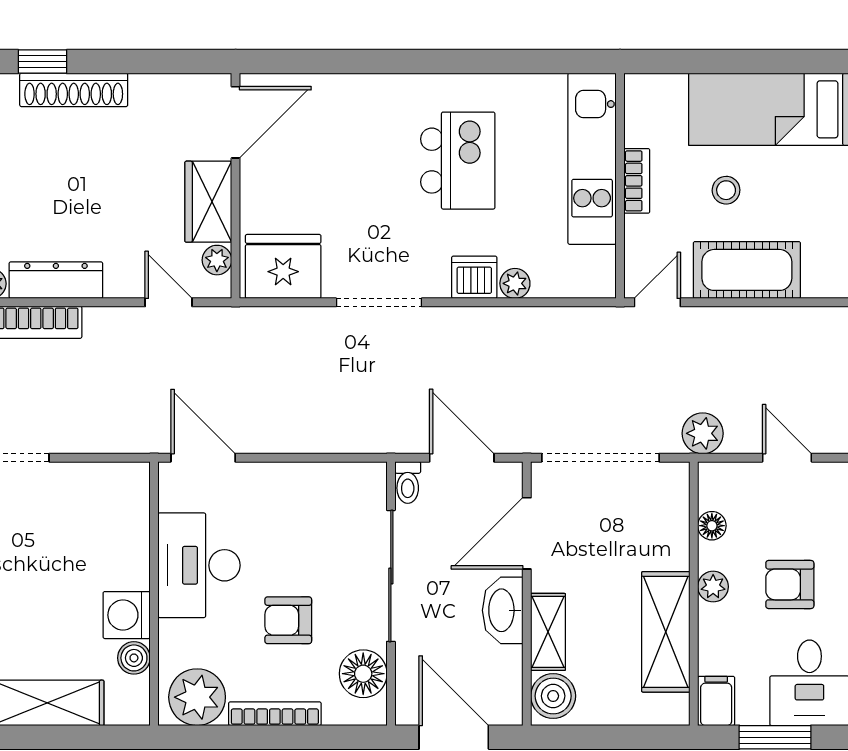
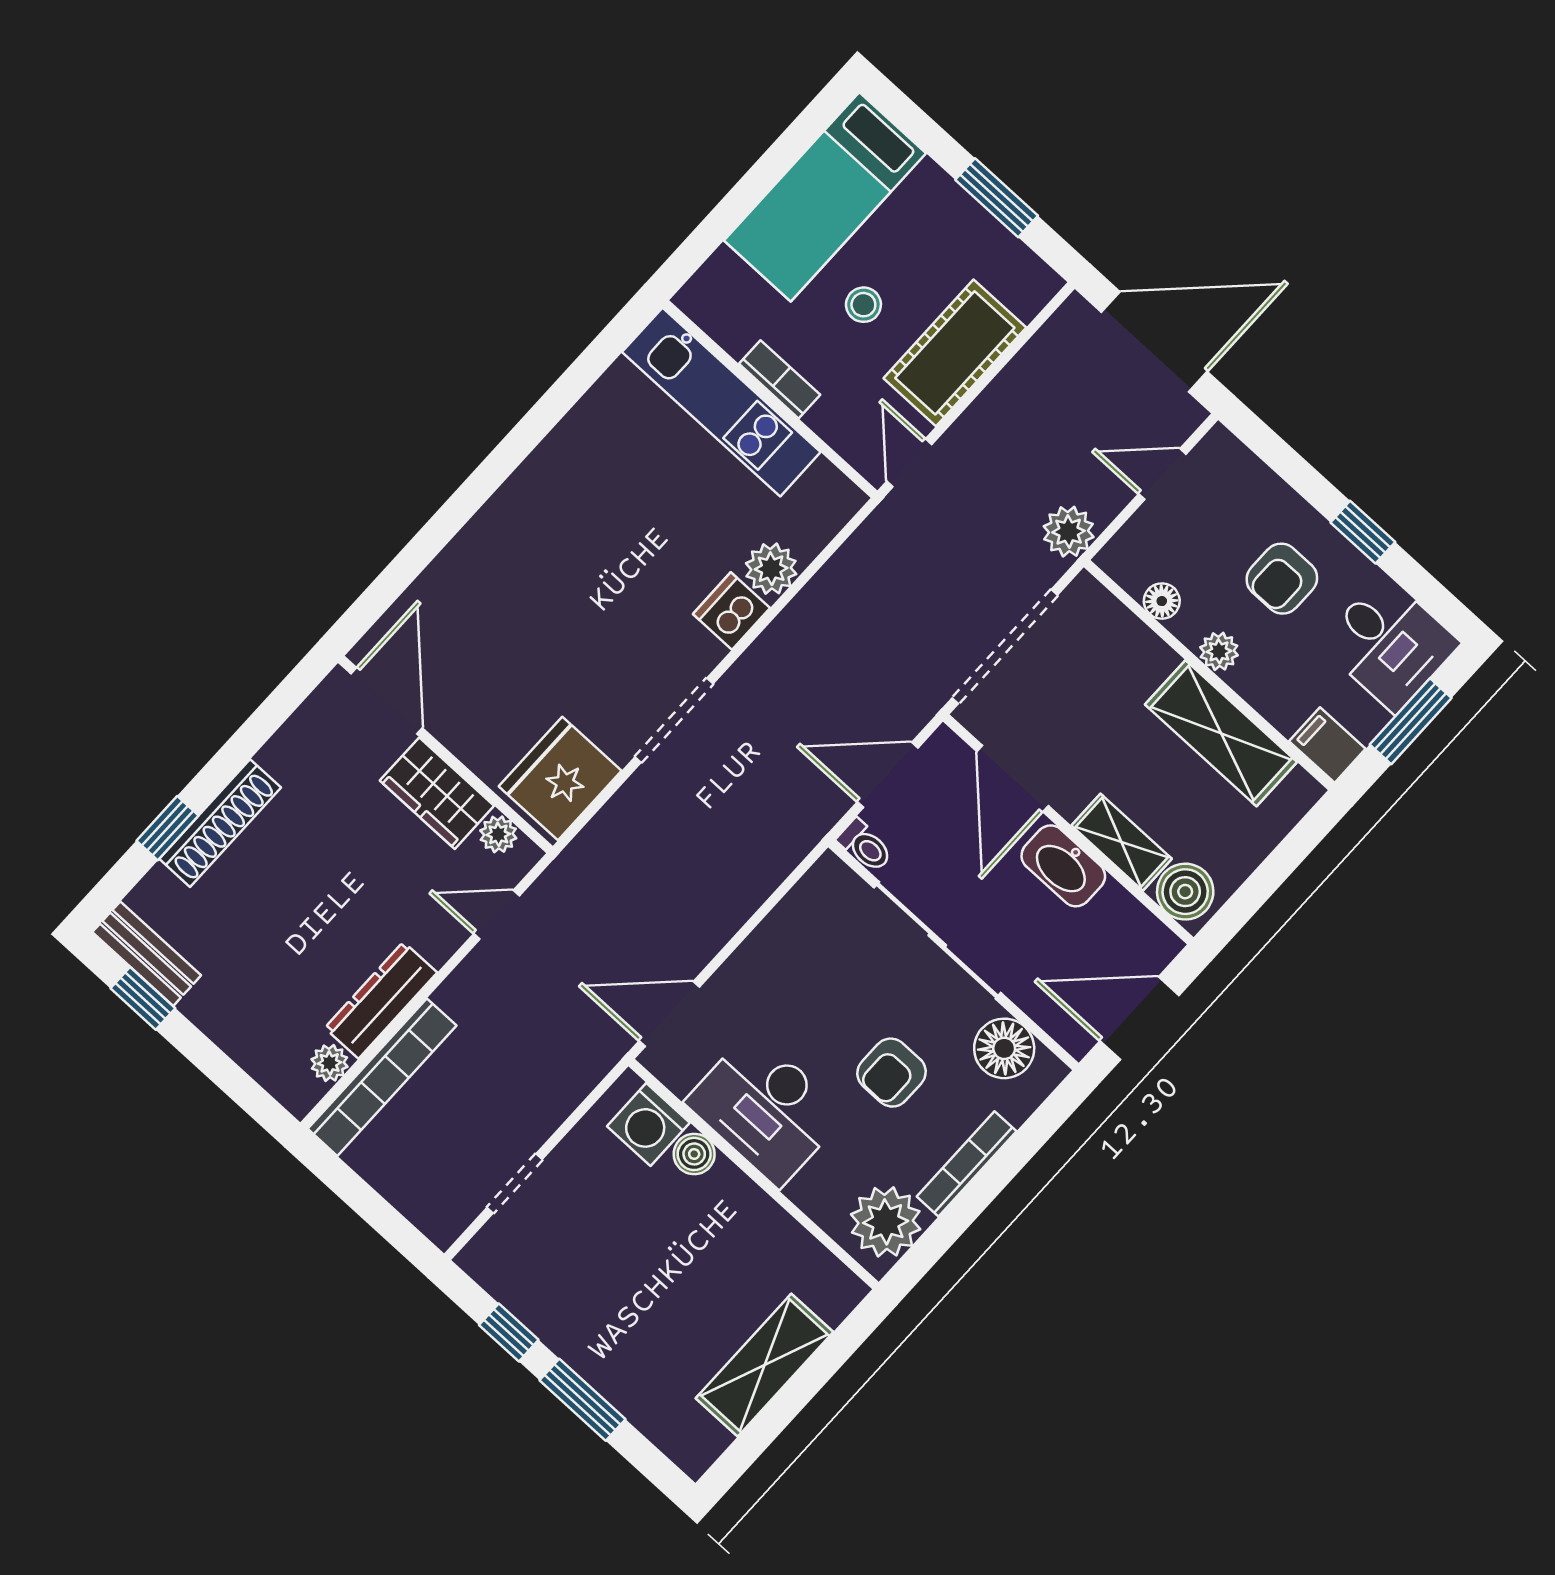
kitchen island: (458, 161) -> (610, 528), removed
plant: (515, 283) -> (771, 569), width x1.38, depth x1.38
washing machine: (127, 615) -> (648, 1125), moved
boiler: (134, 658) -> (694, 1154), moved

